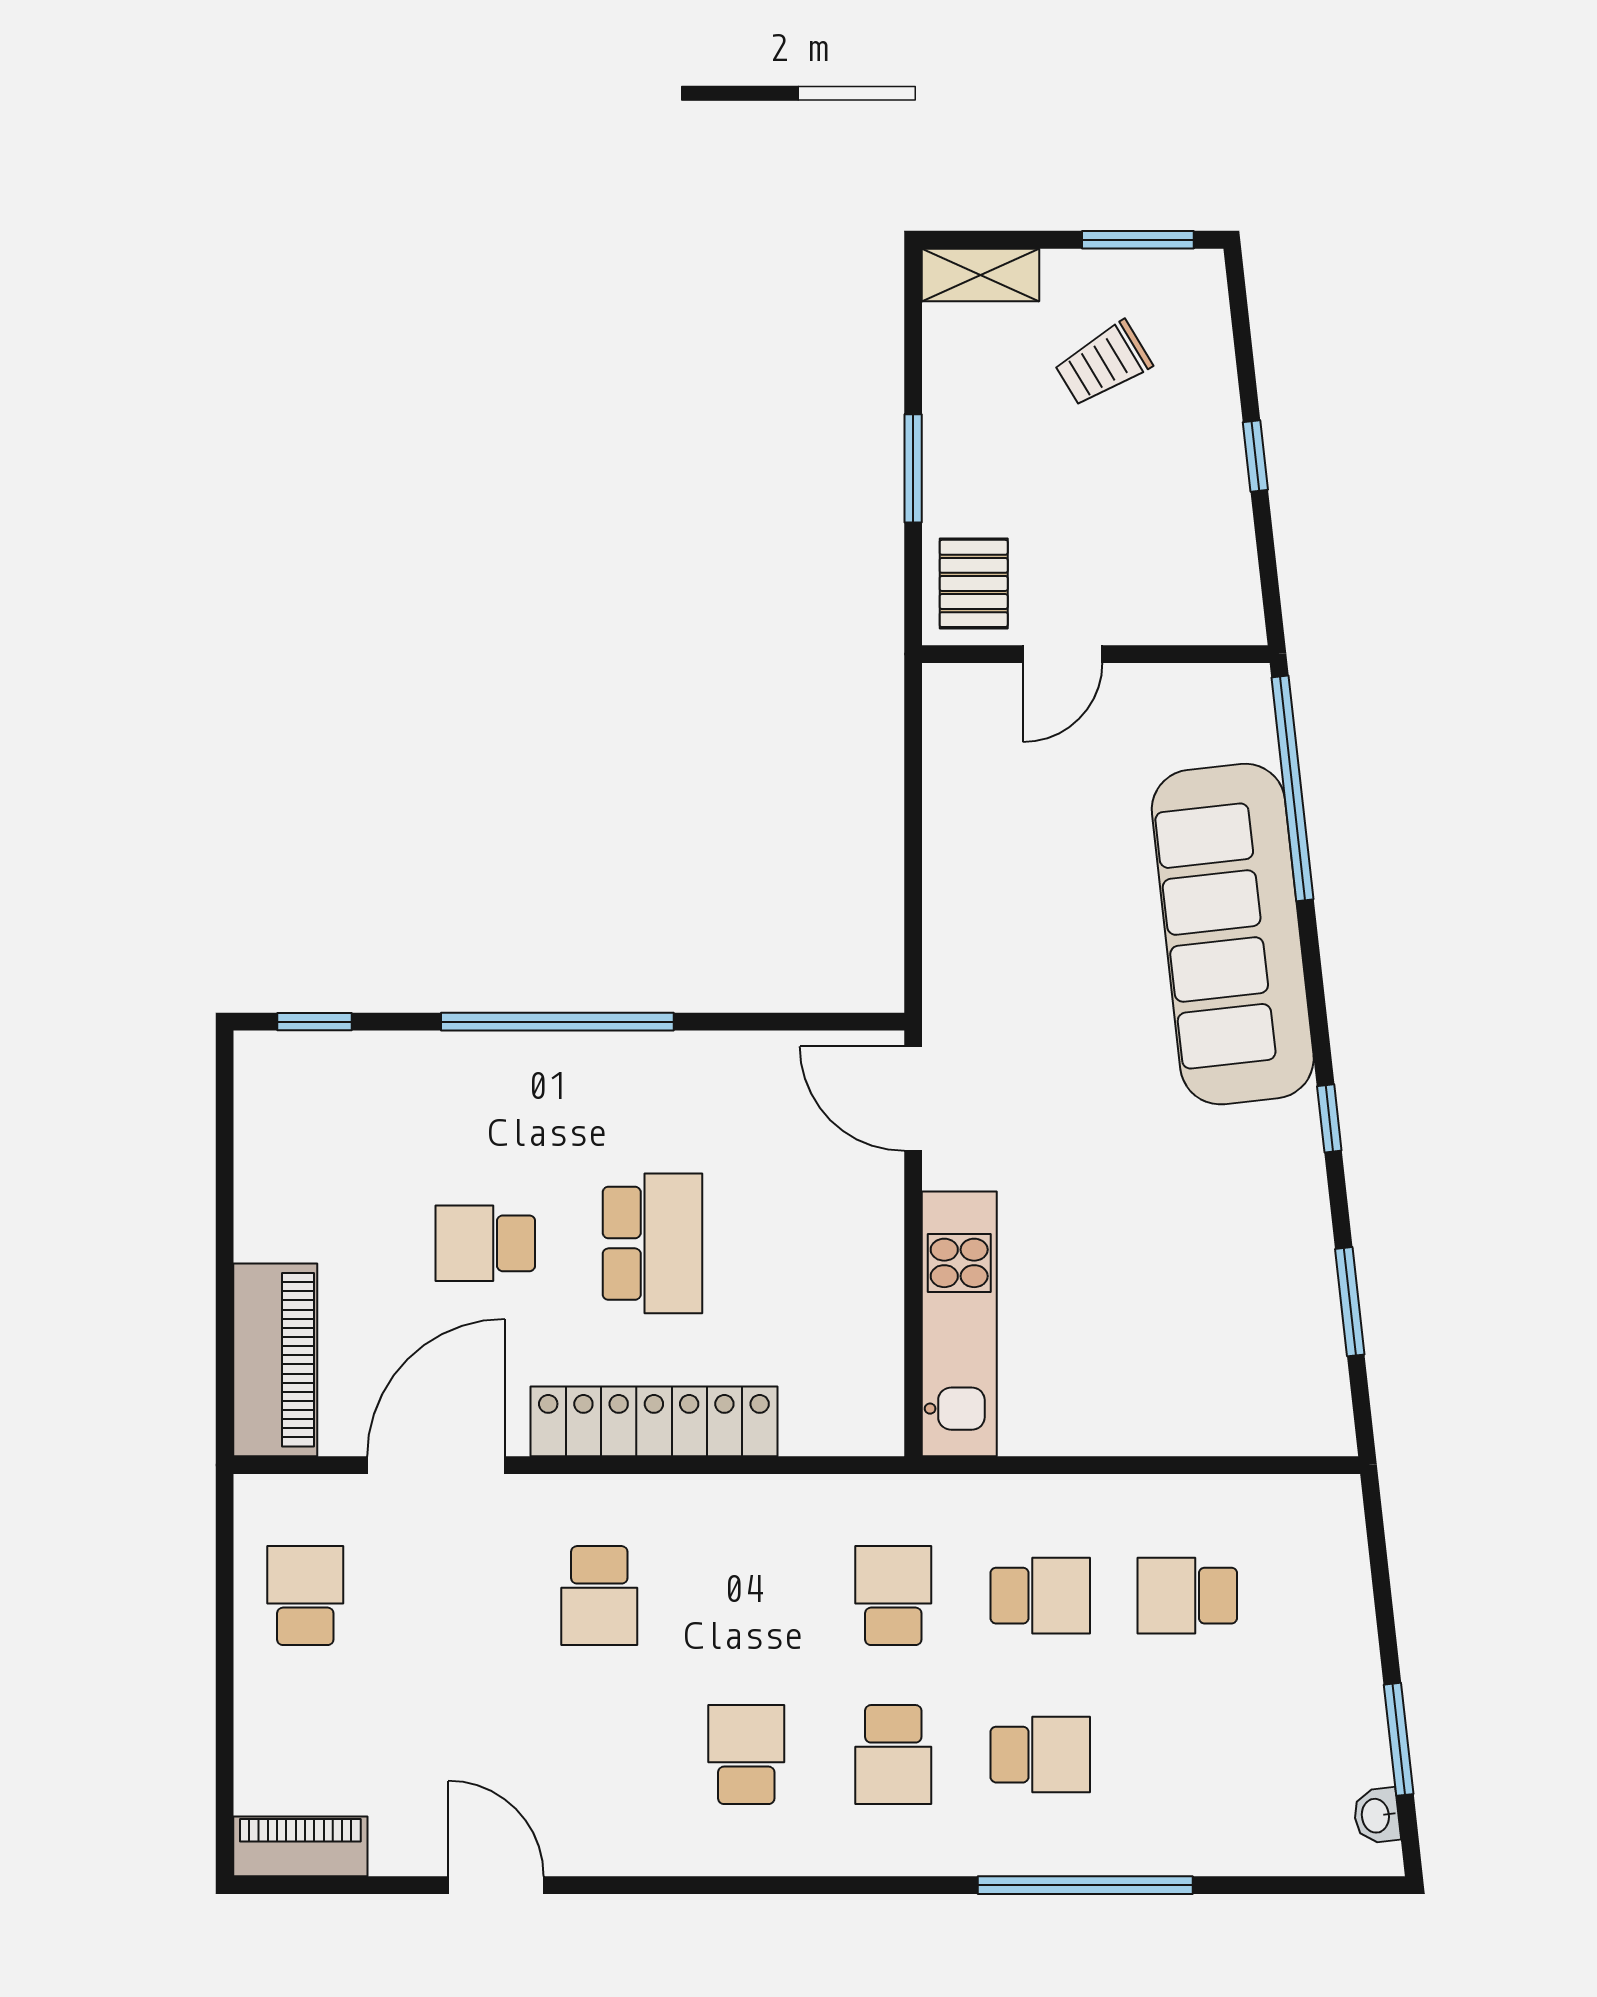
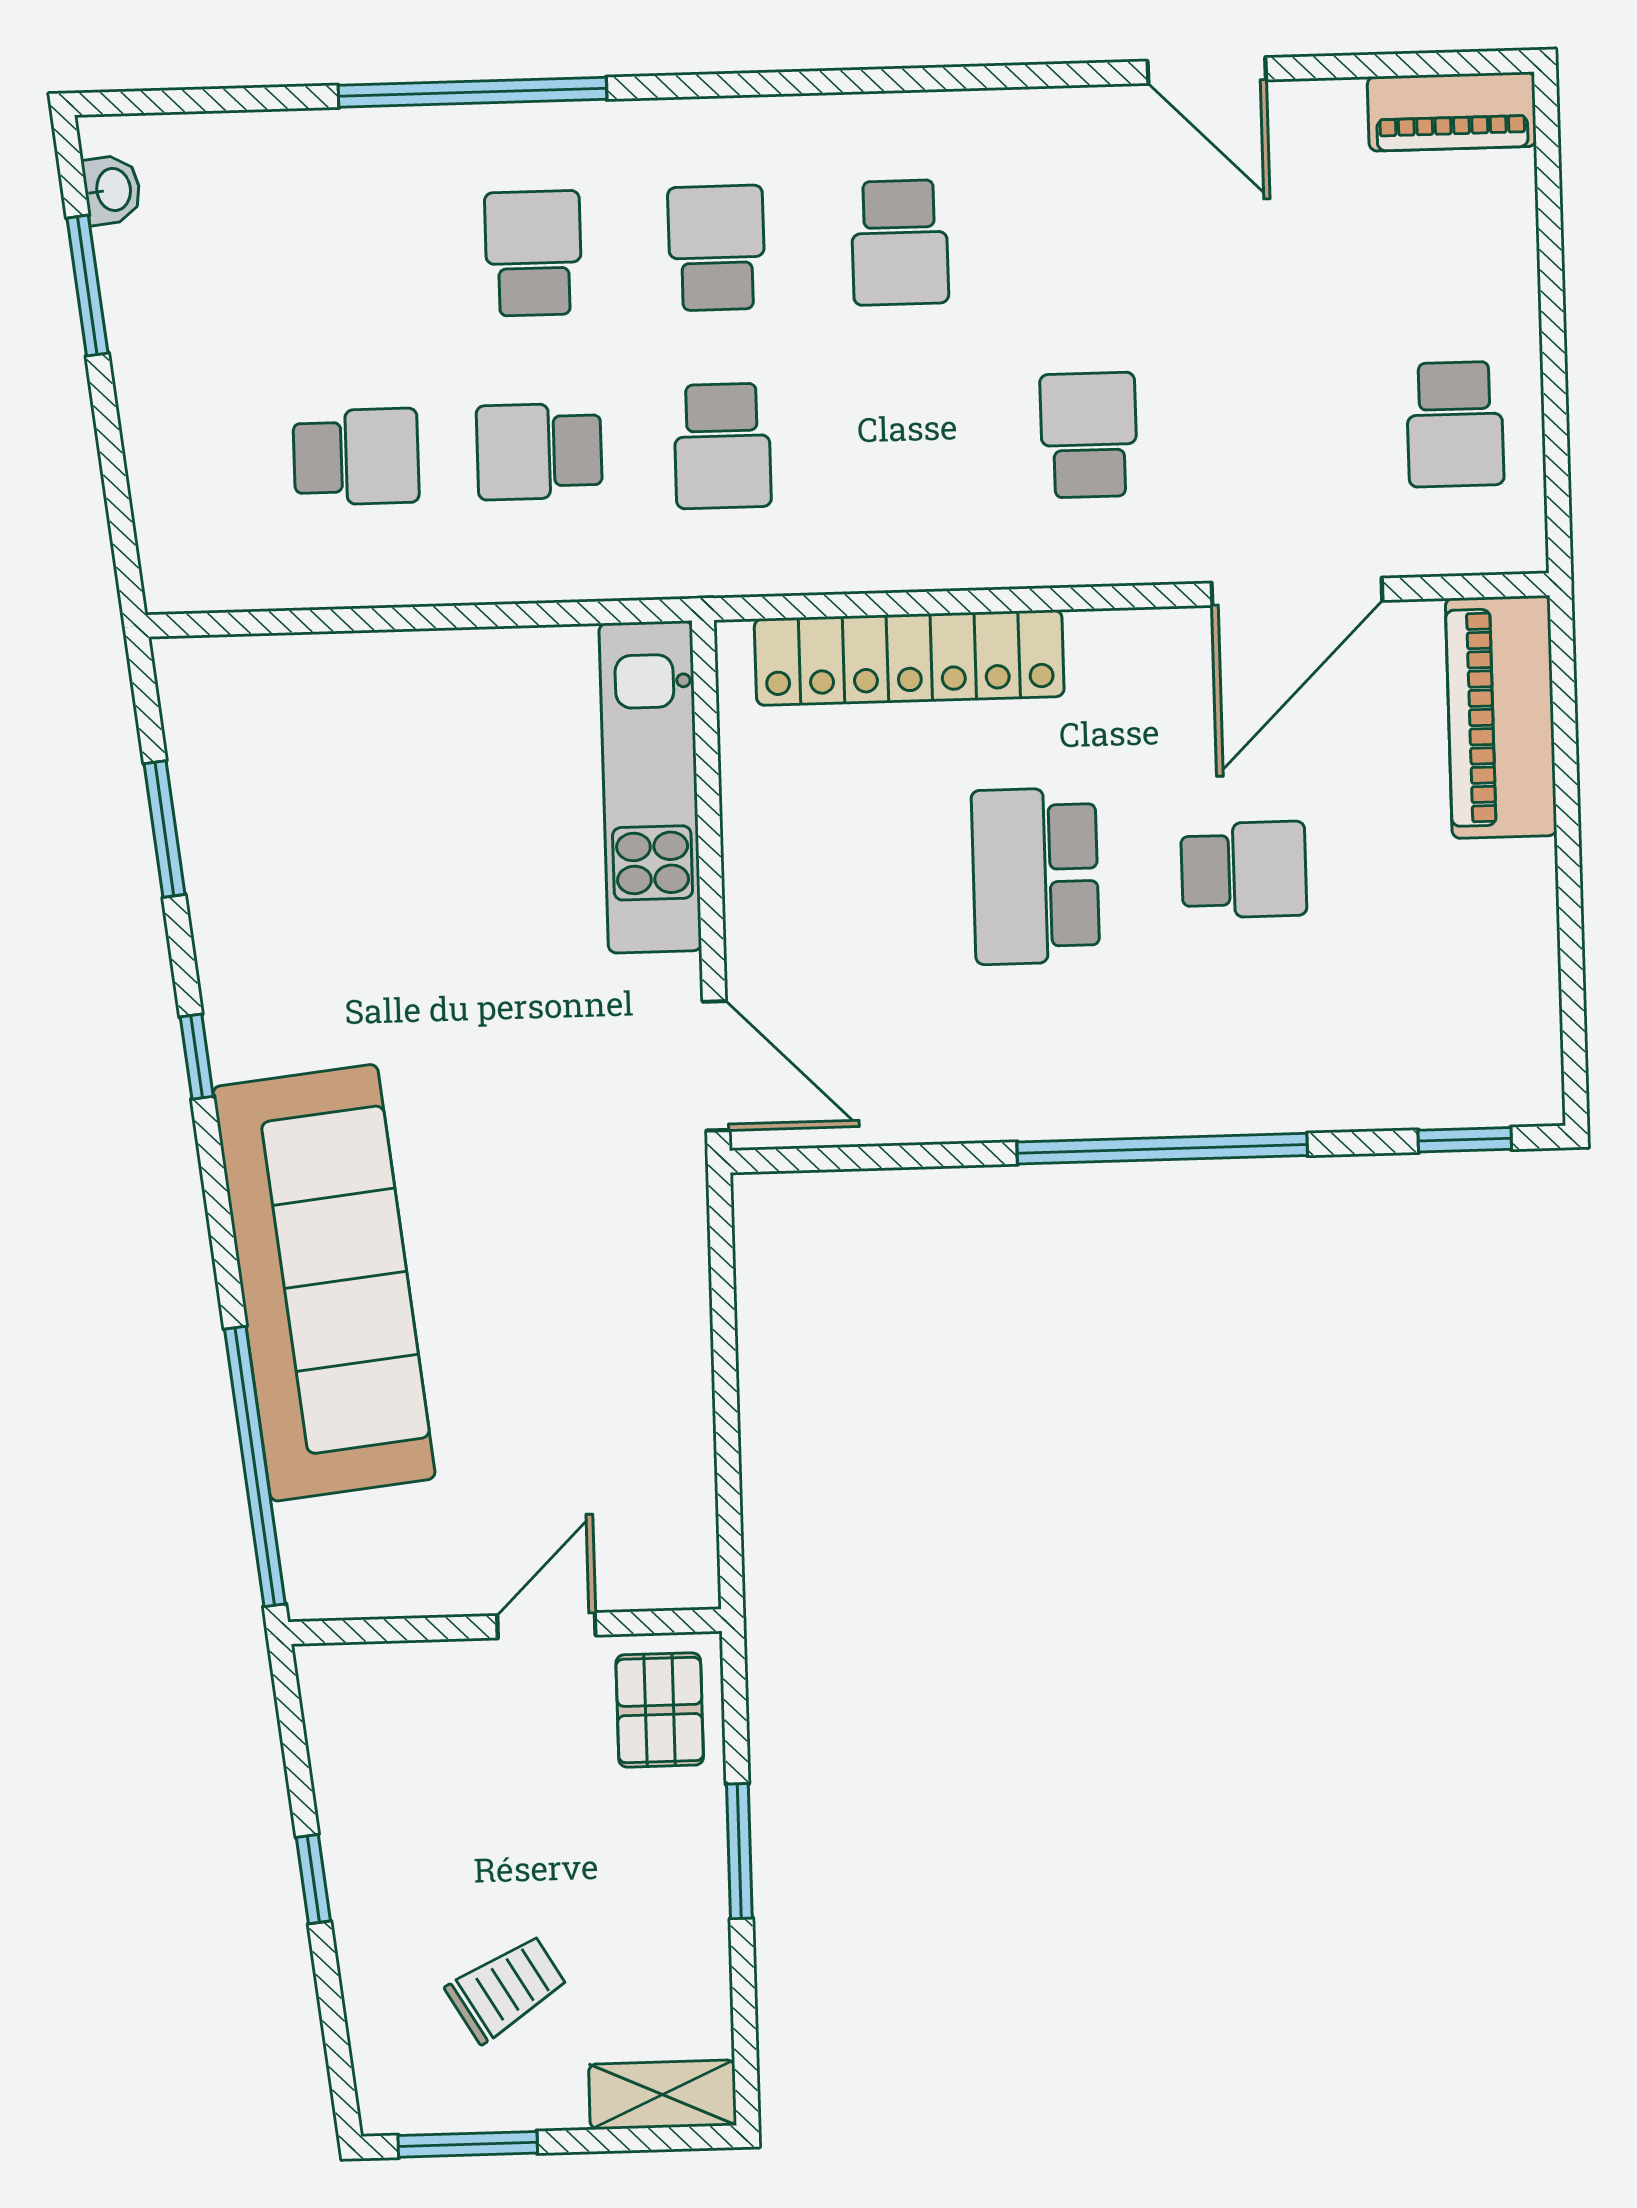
locker: (654, 1421) -> (909, 658), moved
school desk: (1040, 1755) -> (533, 253), turned 90

